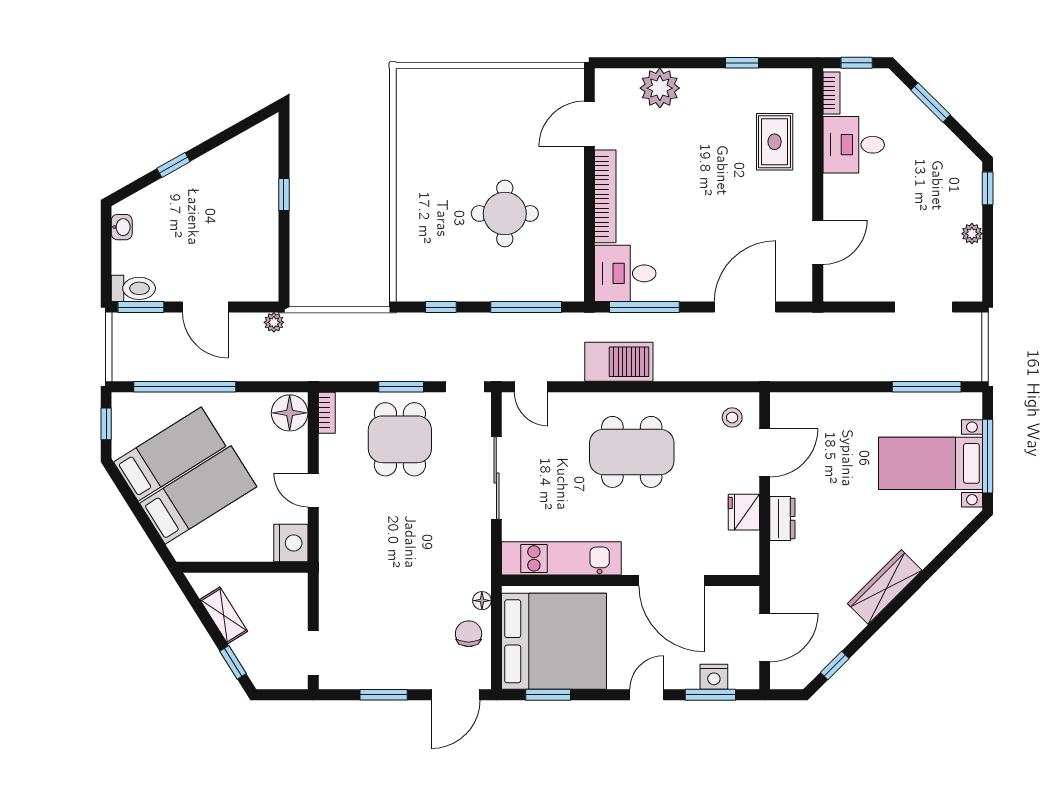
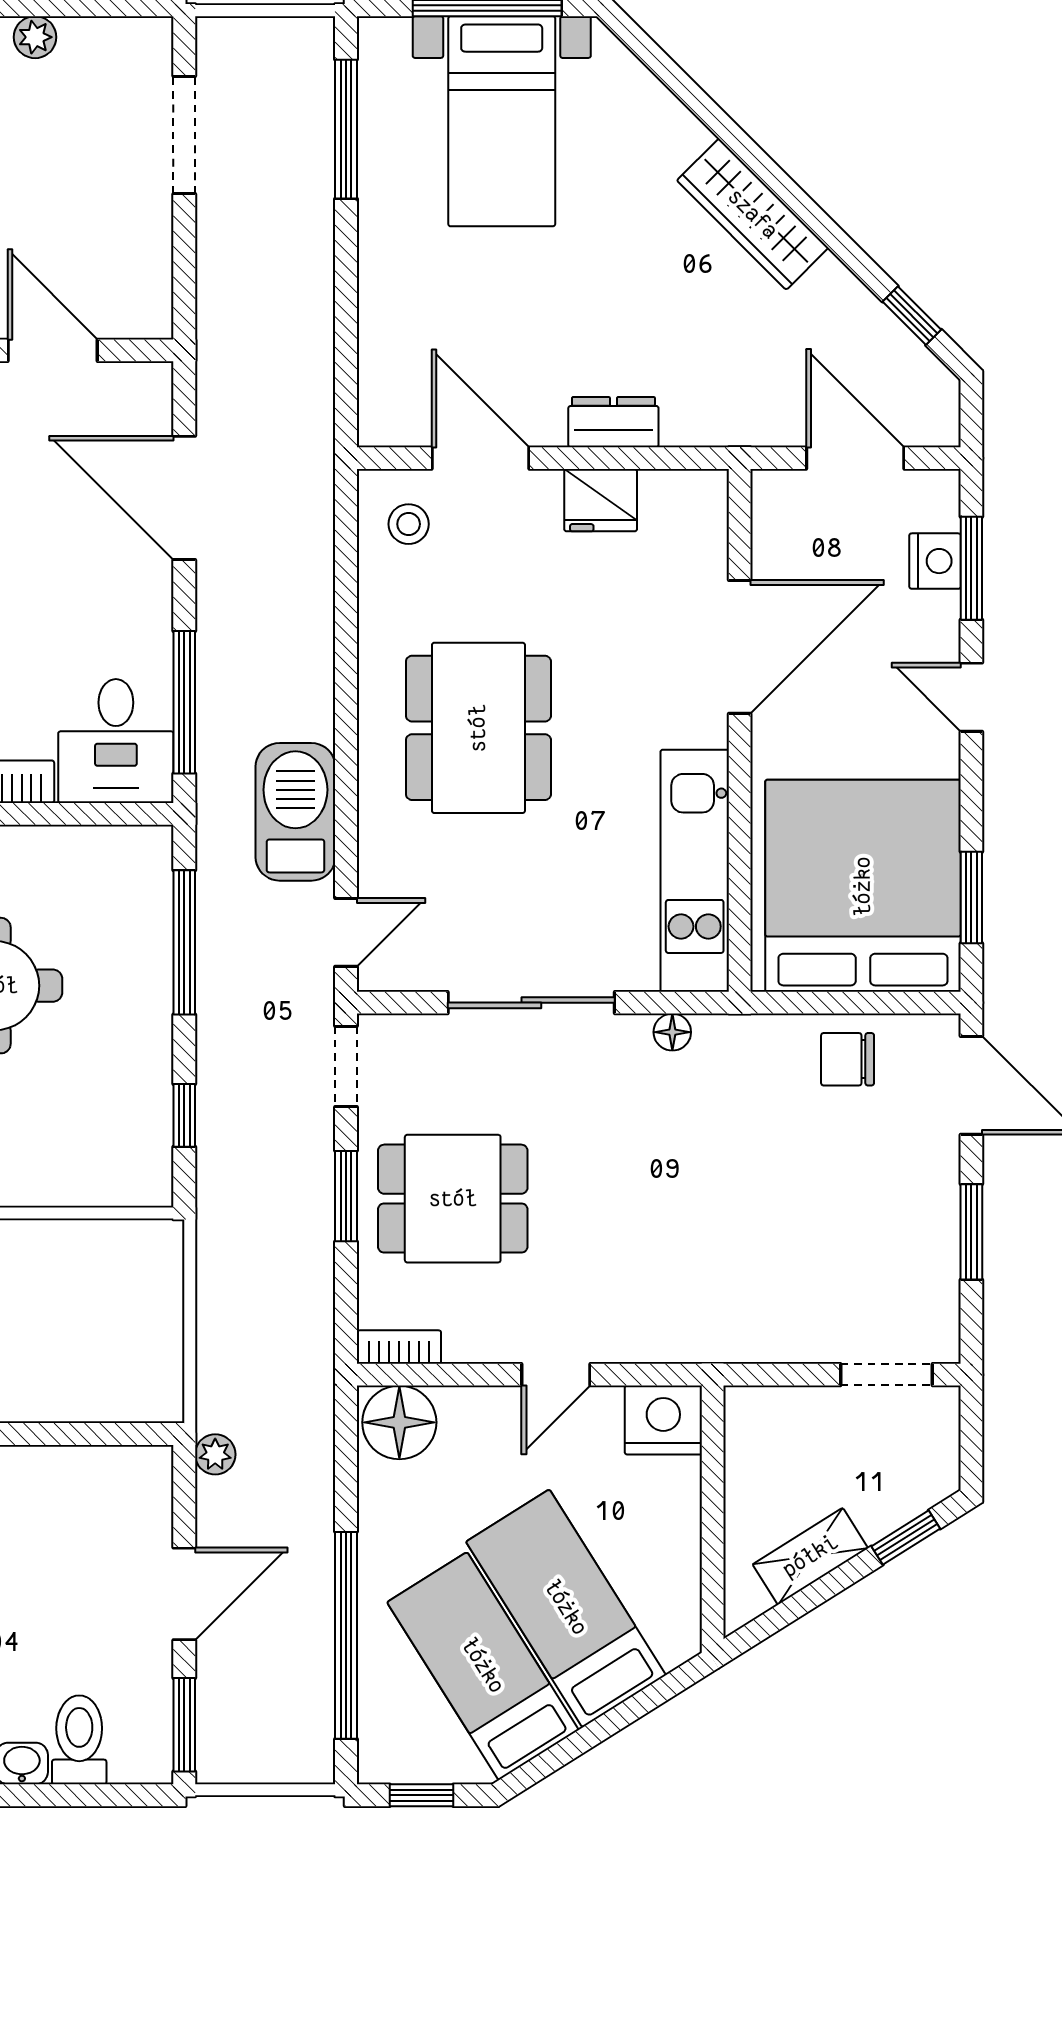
toilet: (133, 288) -> (79, 1740), moved
barbecue: (619, 362) -> (295, 812), moved
floor lamp: (482, 601) -> (672, 1032), moved

